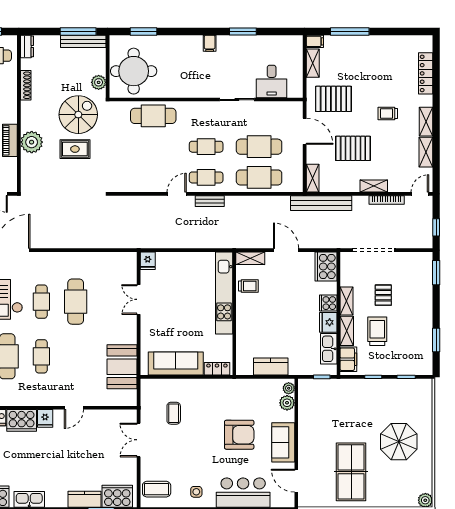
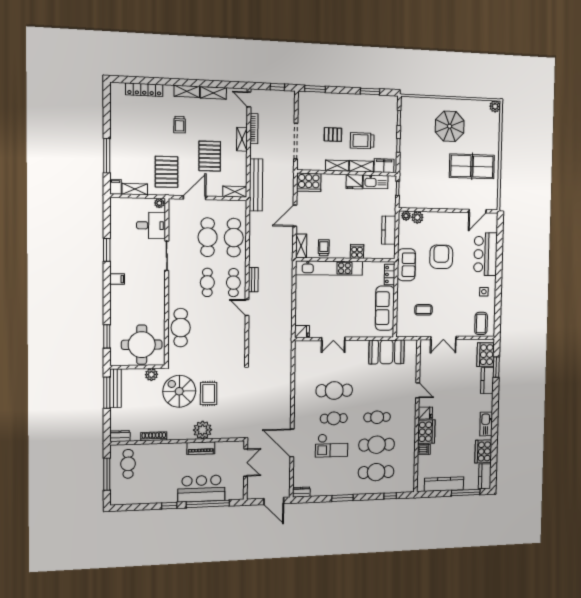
plant: (297, 91) -> (159, 203), added
cooker: (328, 303) -> (357, 251), moved, turned 180
sofa: (283, 442) -> (406, 265), moved, turned -90

